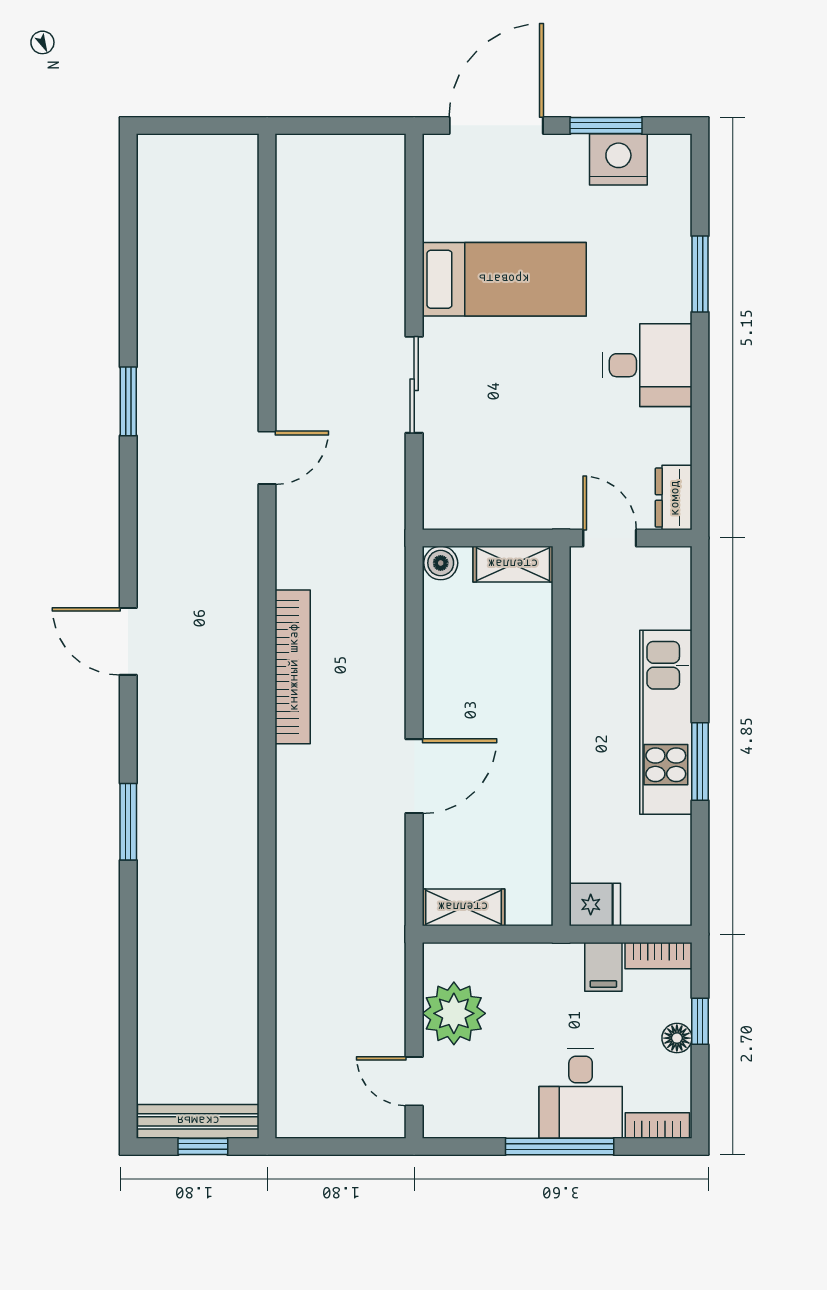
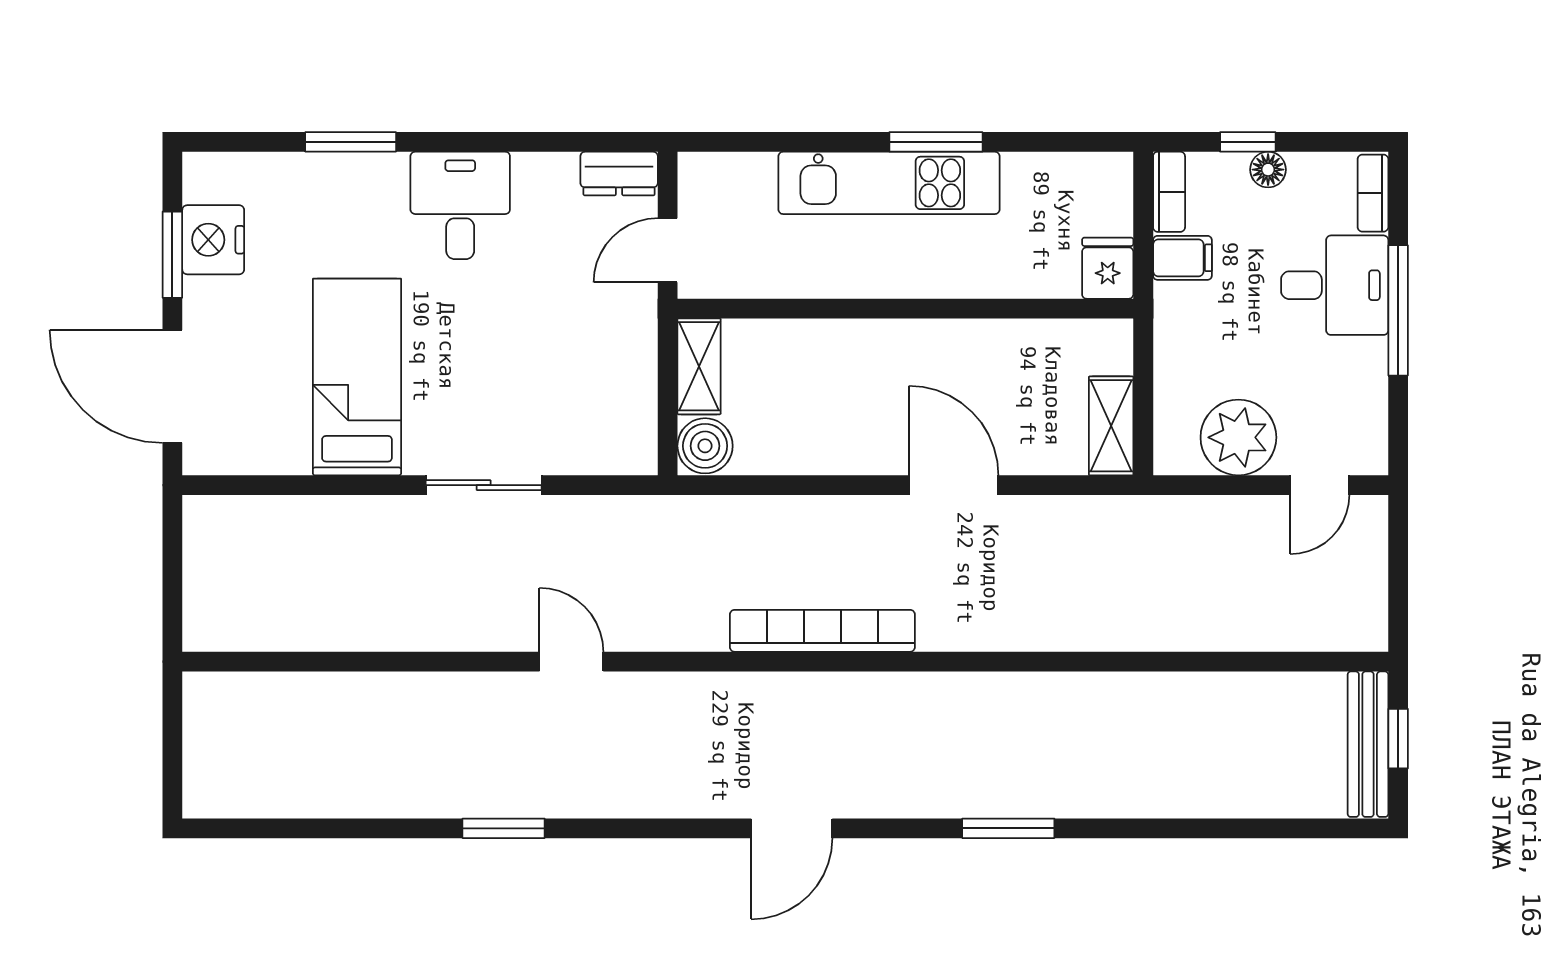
boiler: (441, 563) -> (705, 446), width x1.36, depth x1.36

